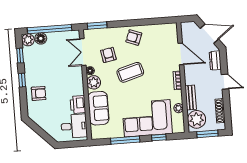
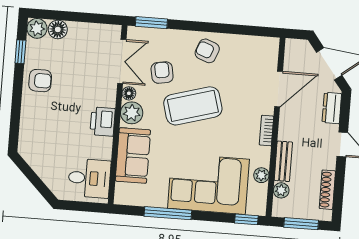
window: (50, 29) -> (74, 17), removed
double door: (83, 52) -> (122, 61), swing flipped
door: (181, 54) -> (279, 89), hinge flipped
coffee table: (130, 72) -> (193, 106), width x1.36, depth x1.32
window: (22, 80) -> (17, 92), removed
armchair: (39, 93) -> (40, 81), moved
printer: (78, 105) -> (103, 122), moved
plant: (197, 119) -> (281, 190), width x0.53, depth x0.53
window: (159, 138) -> (246, 219), moved

